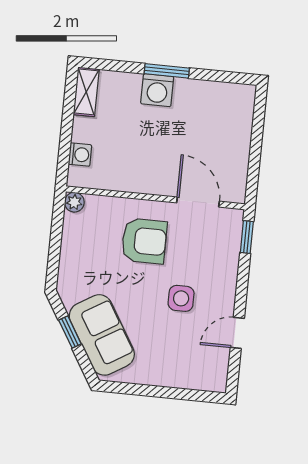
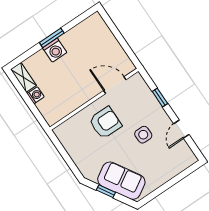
washing machine: (80, 155) -> (36, 95), moved
plant: (74, 202) -> (59, 131), removed
window: (247, 237) -> (160, 97), moved

